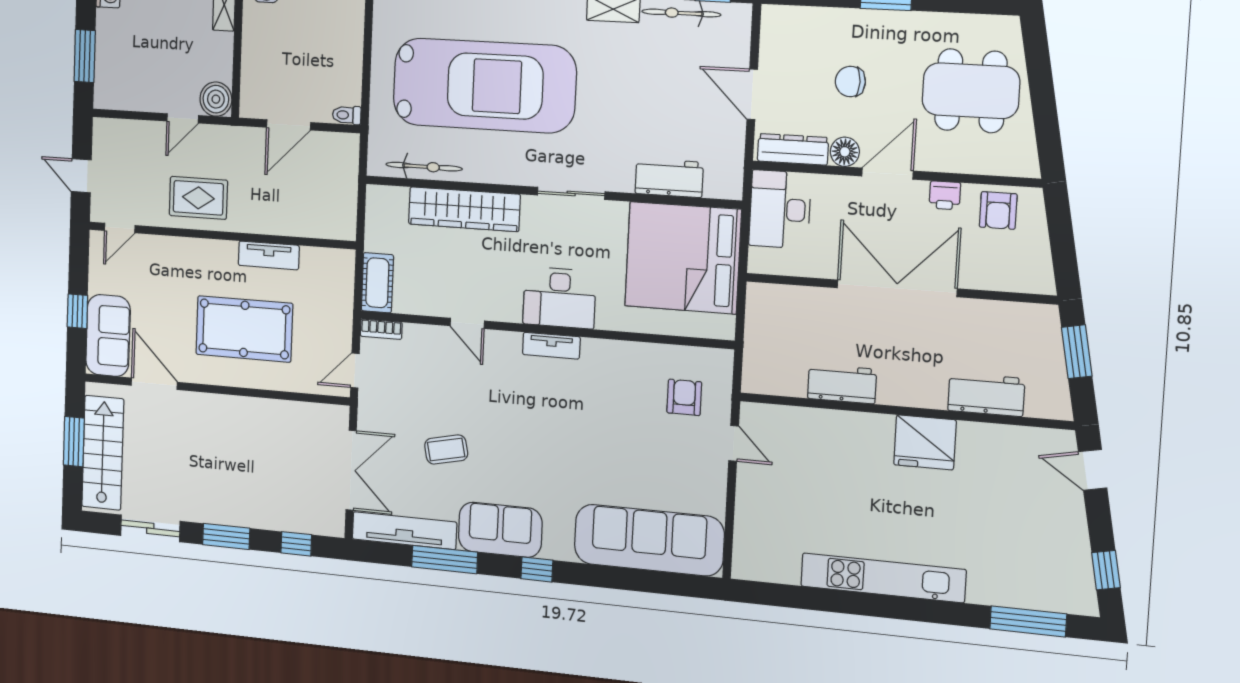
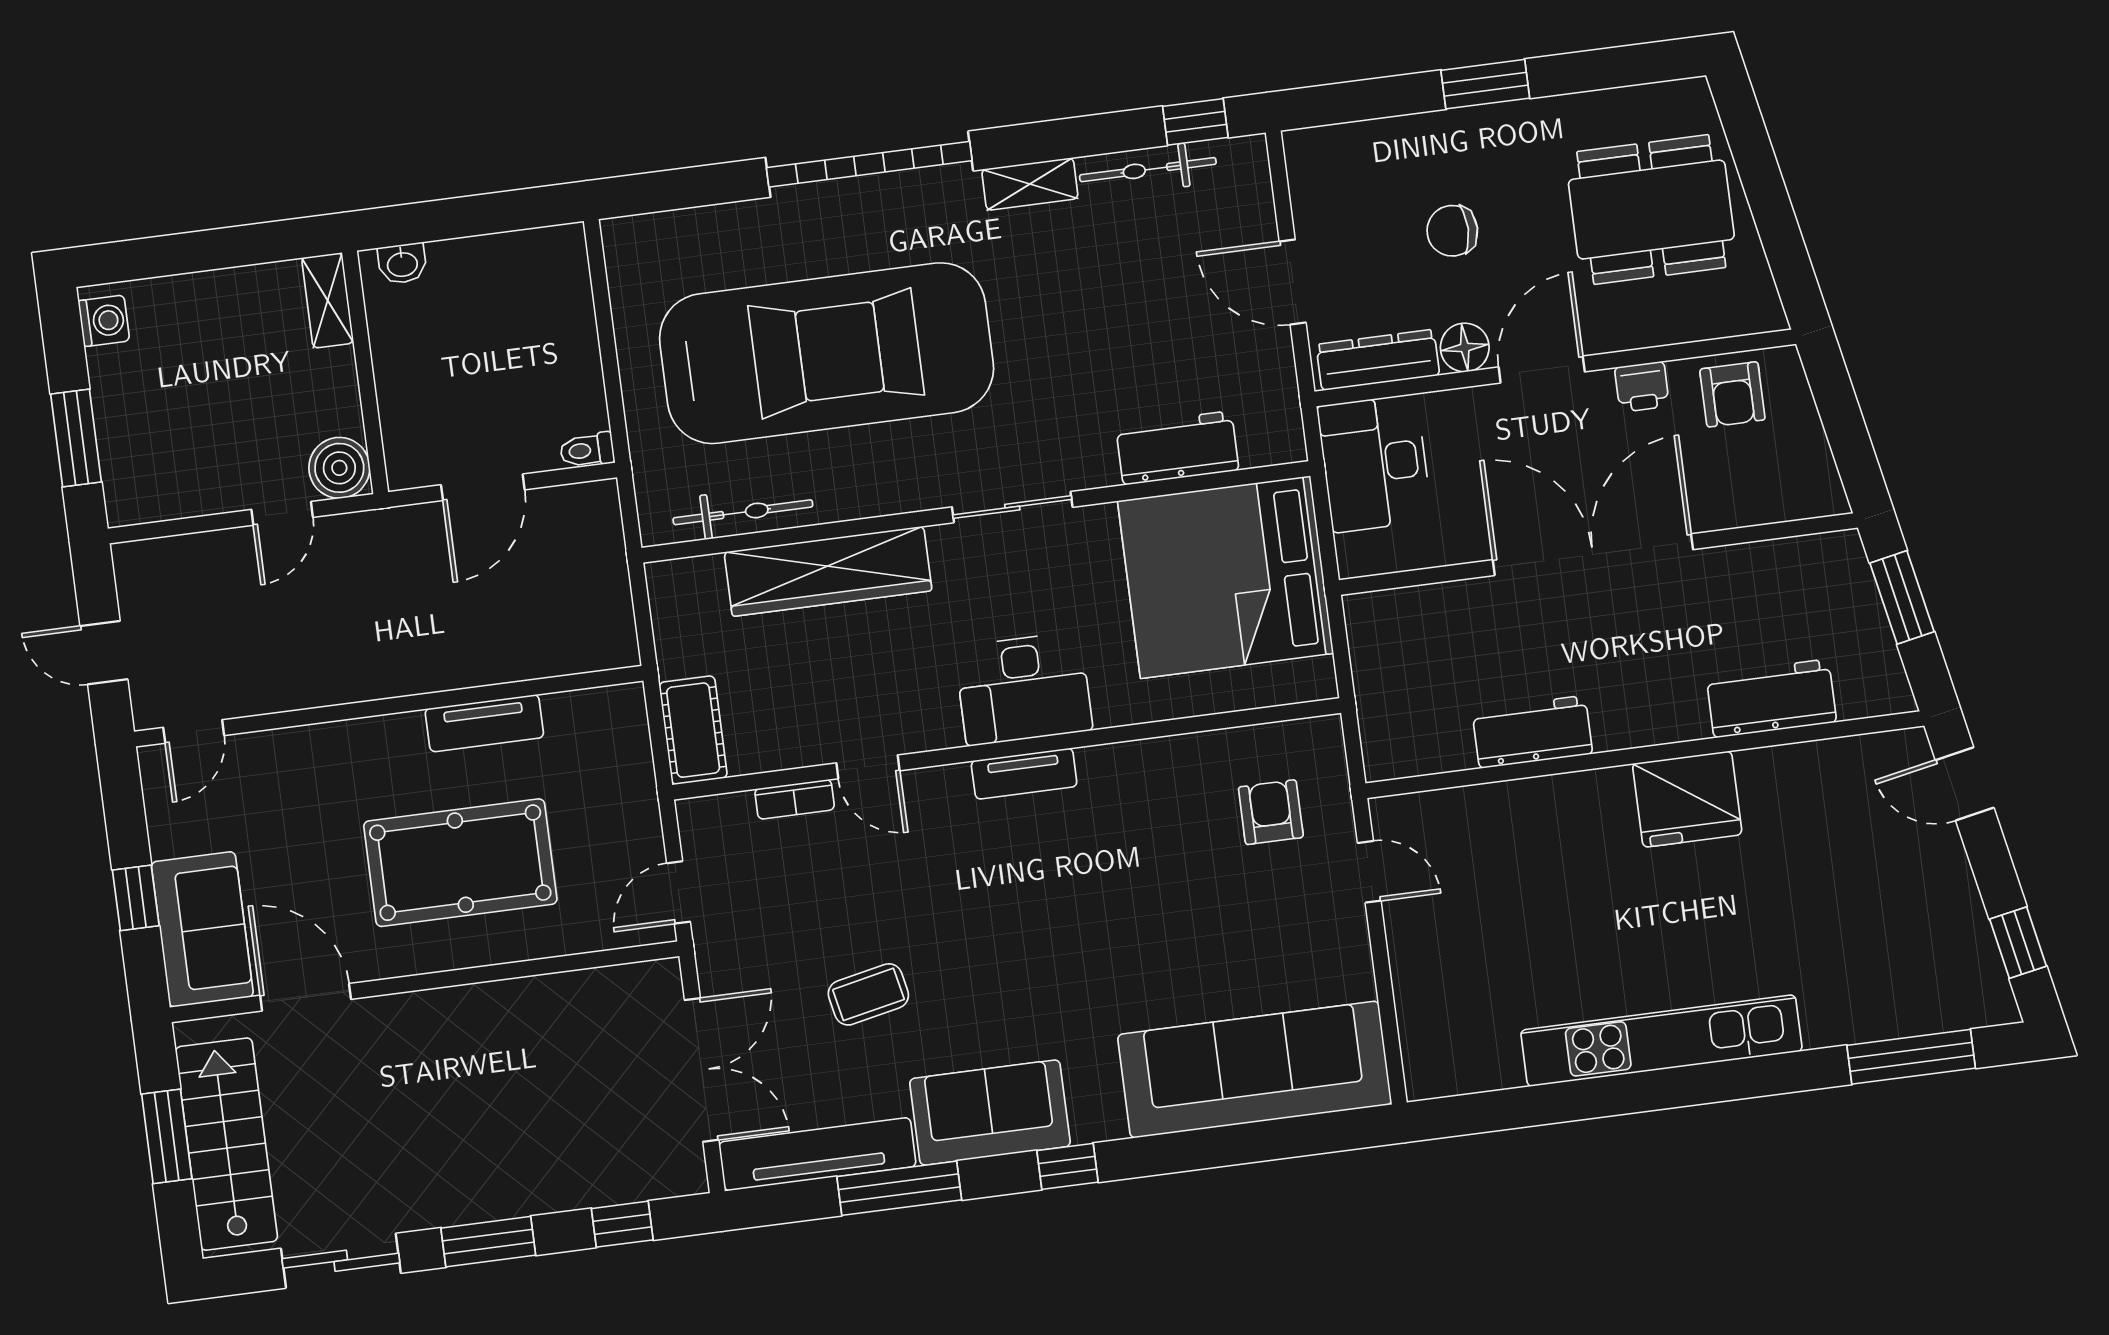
rug: (198, 198) -> (335, 648), removed
bookcase: (381, 329) -> (795, 799), moved

